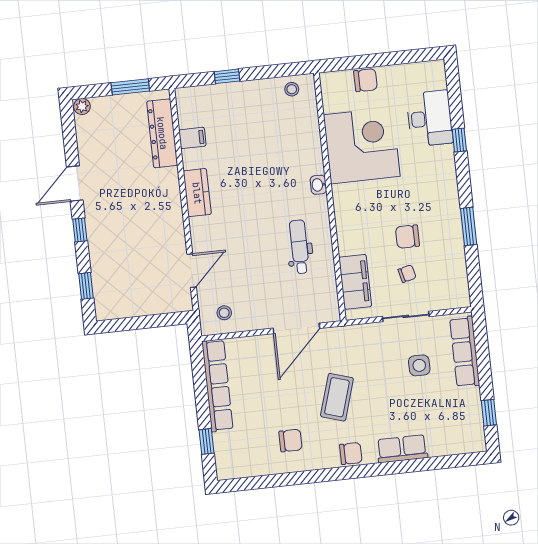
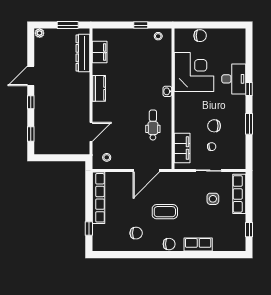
window: (227, 76) -> (141, 25), moved
desk: (430, 118) -> (234, 79), moved
filing cabinet: (192, 138) -> (100, 52), width x2.00
window: (459, 140) -> (249, 89), moved
coffee table: (337, 397) -> (165, 212), turned 73

